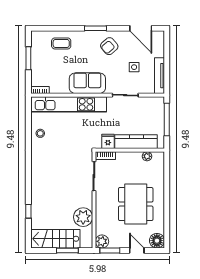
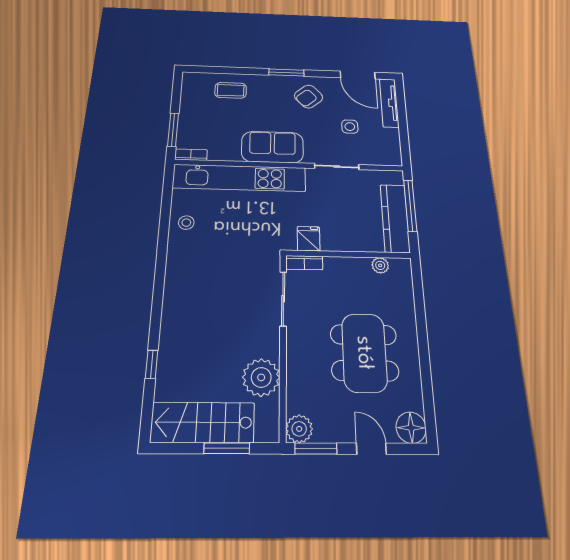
window: (28, 58) -> (173, 130), moved
tv unit: (159, 76) -> (389, 103), moved
kitchen counter: (136, 142) -> (395, 218), moved, turned -90

